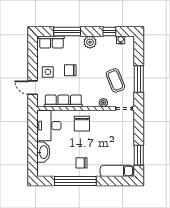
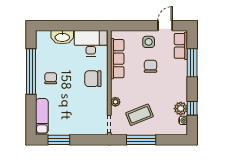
plant: (90, 42) -> (181, 109), moved
door: (33, 88) -> (165, 26), moved

